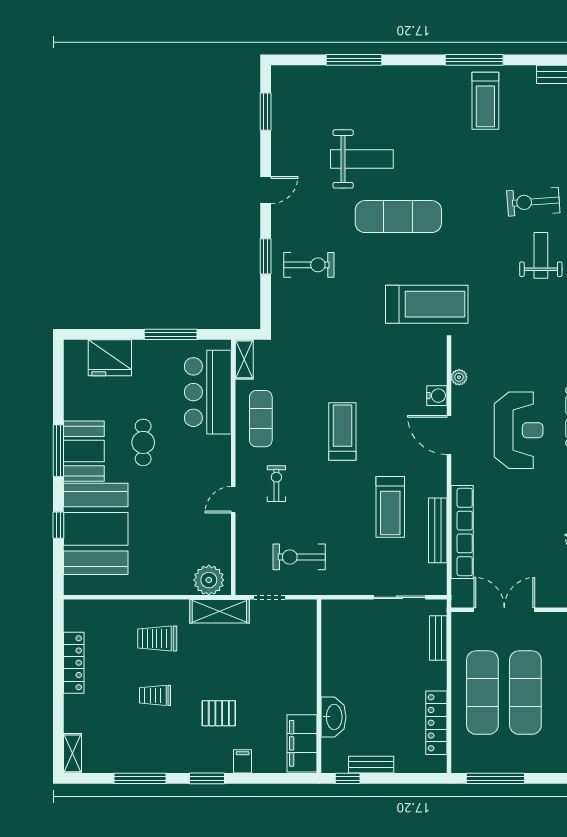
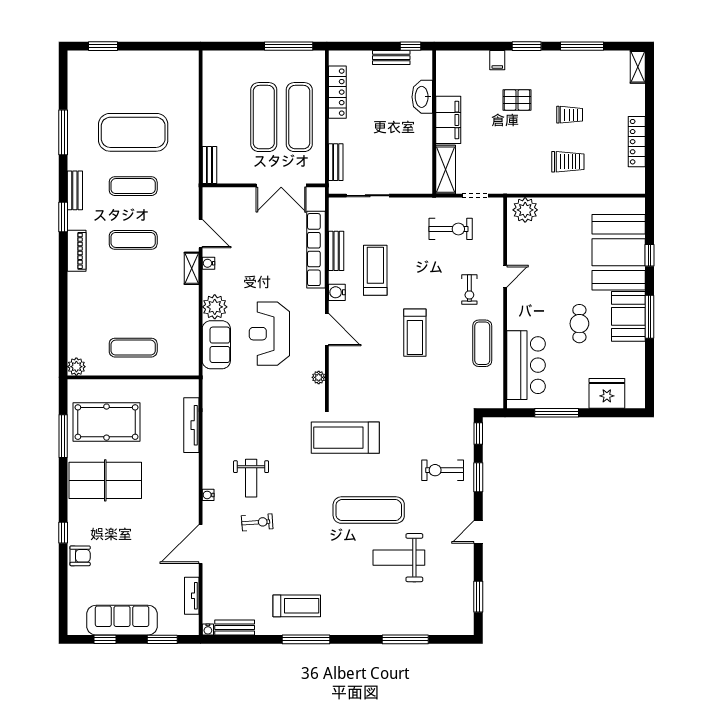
treadmill: (485, 101) -> (297, 606), turned 90
exercise bike: (533, 202) -> (257, 522), width x0.73, depth x0.72
window: (266, 309) -> (478, 433), added
shelving: (244, 359) -> (496, 392), removed
water cooler: (437, 396) -> (337, 292), moved
bench: (438, 530) -> (336, 251), width x0.73
shelving: (219, 611) -> (446, 170), moved, turned 90
filing cabinet: (302, 743) -> (448, 120), moved

